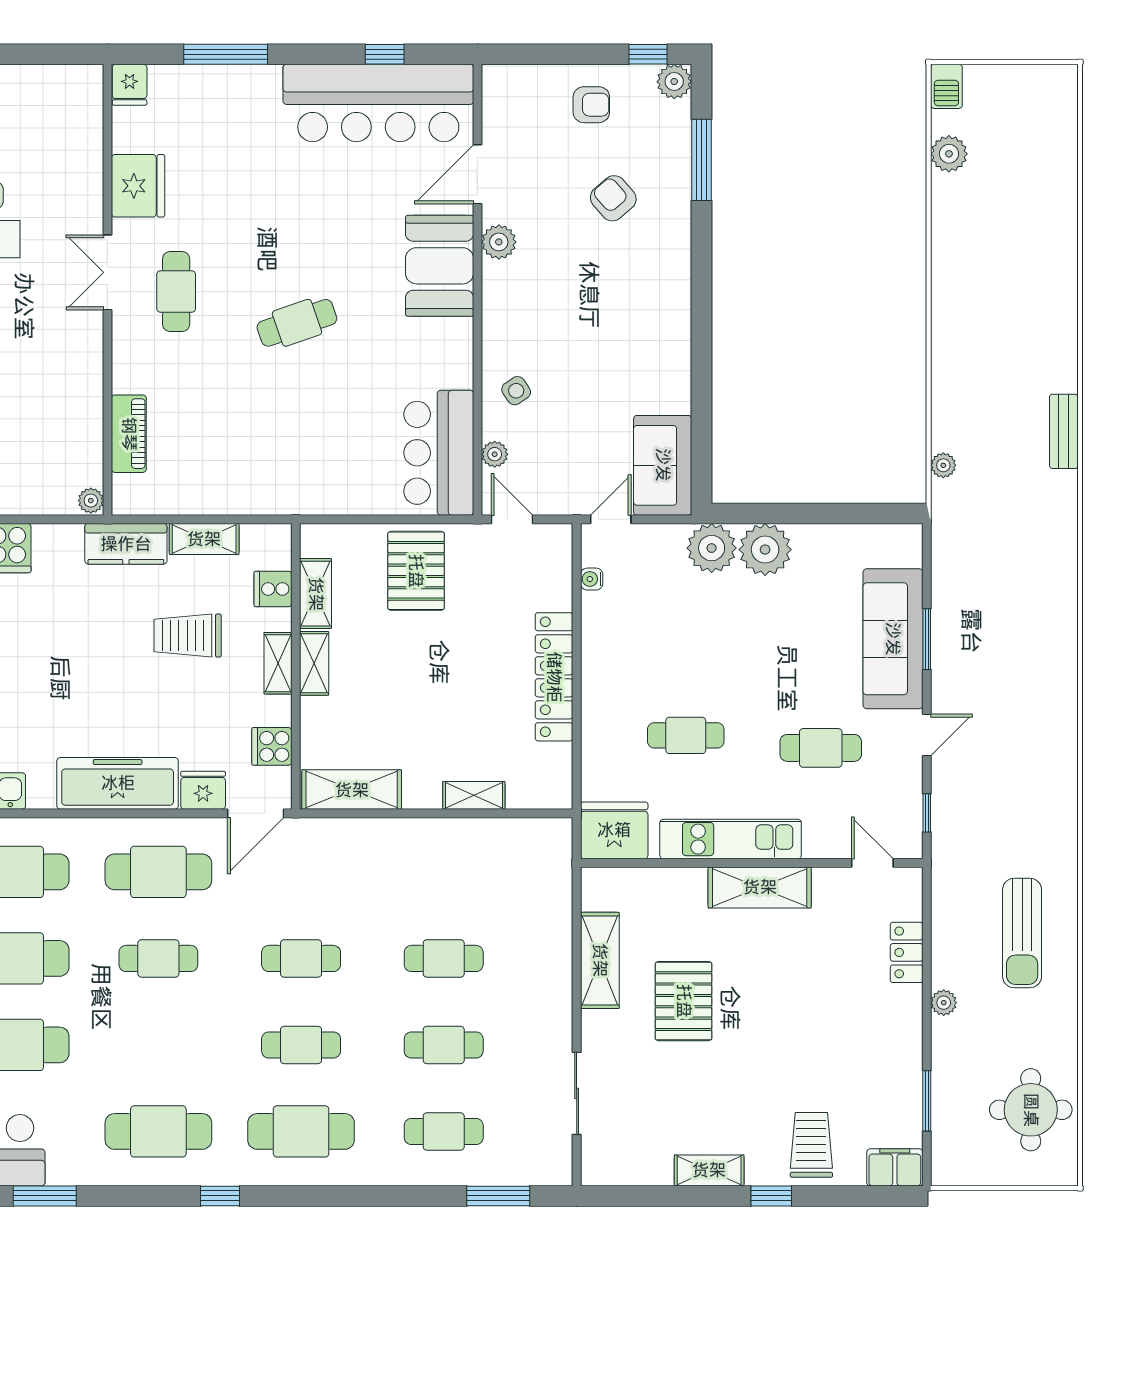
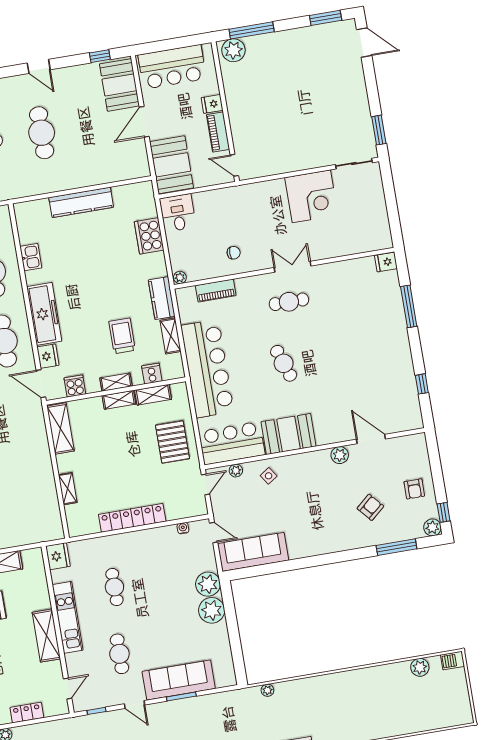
bar counter: (378, 103) -> (207, 369), moved, turned 180
fridge: (138, 186) -> (337, 275), removed
booth: (440, 266) -> (289, 434), moved
chair: (60, 385) -> (234, 253), added
sofa: (663, 465) -> (253, 552), width x1.36
pallet: (416, 571) -> (172, 442), turned 90
fridge: (614, 830) -> (58, 556), width x0.73, depth x0.75

